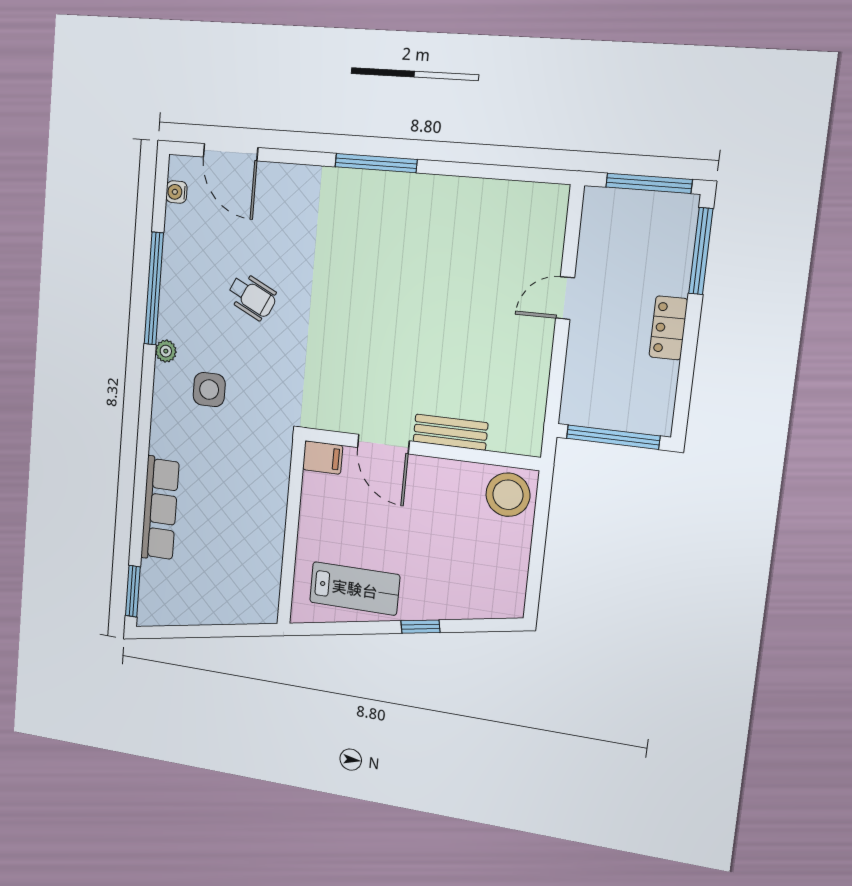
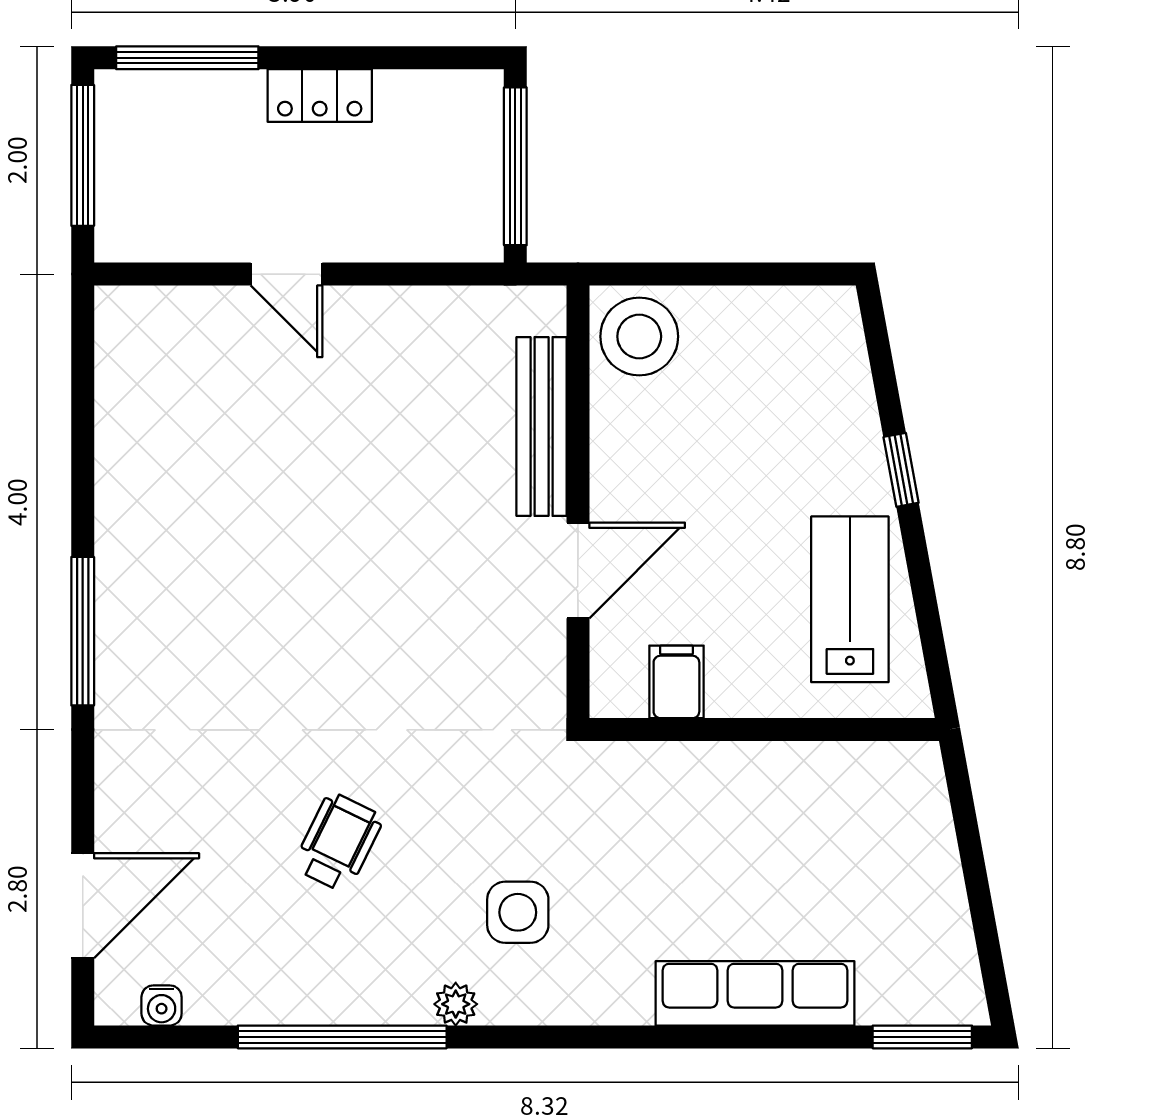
bench: (450, 432) -> (542, 427), width x1.36
filing cabinet: (323, 457) -> (676, 682), moved

